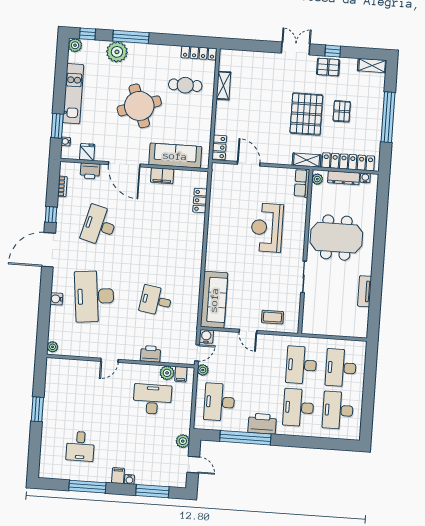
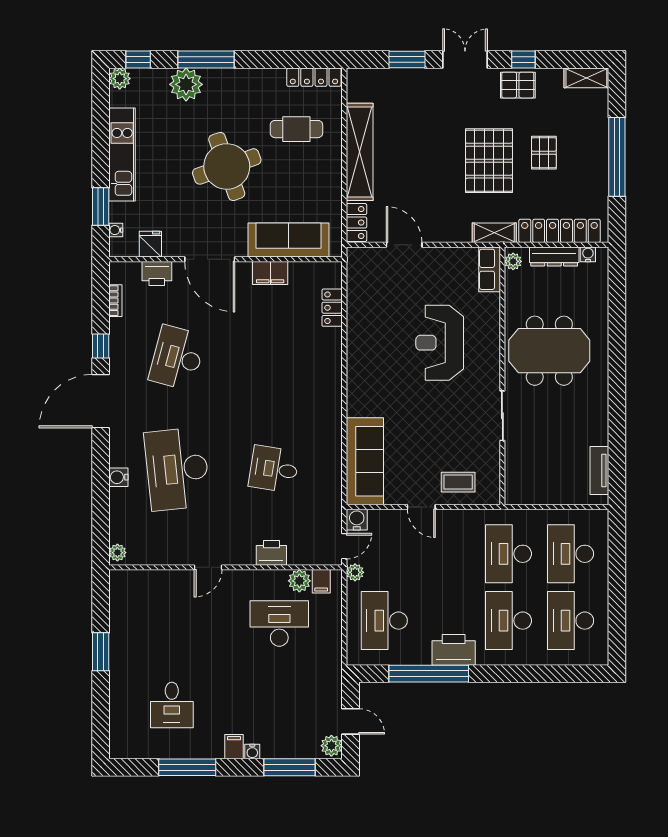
window: (259, 46) -> (407, 59), added
shelving: (223, 86) -> (360, 152), width x2.20, depth x1.33
tv unit: (365, 291) -> (599, 471), moved
plant: (183, 441) -> (331, 746), moved

